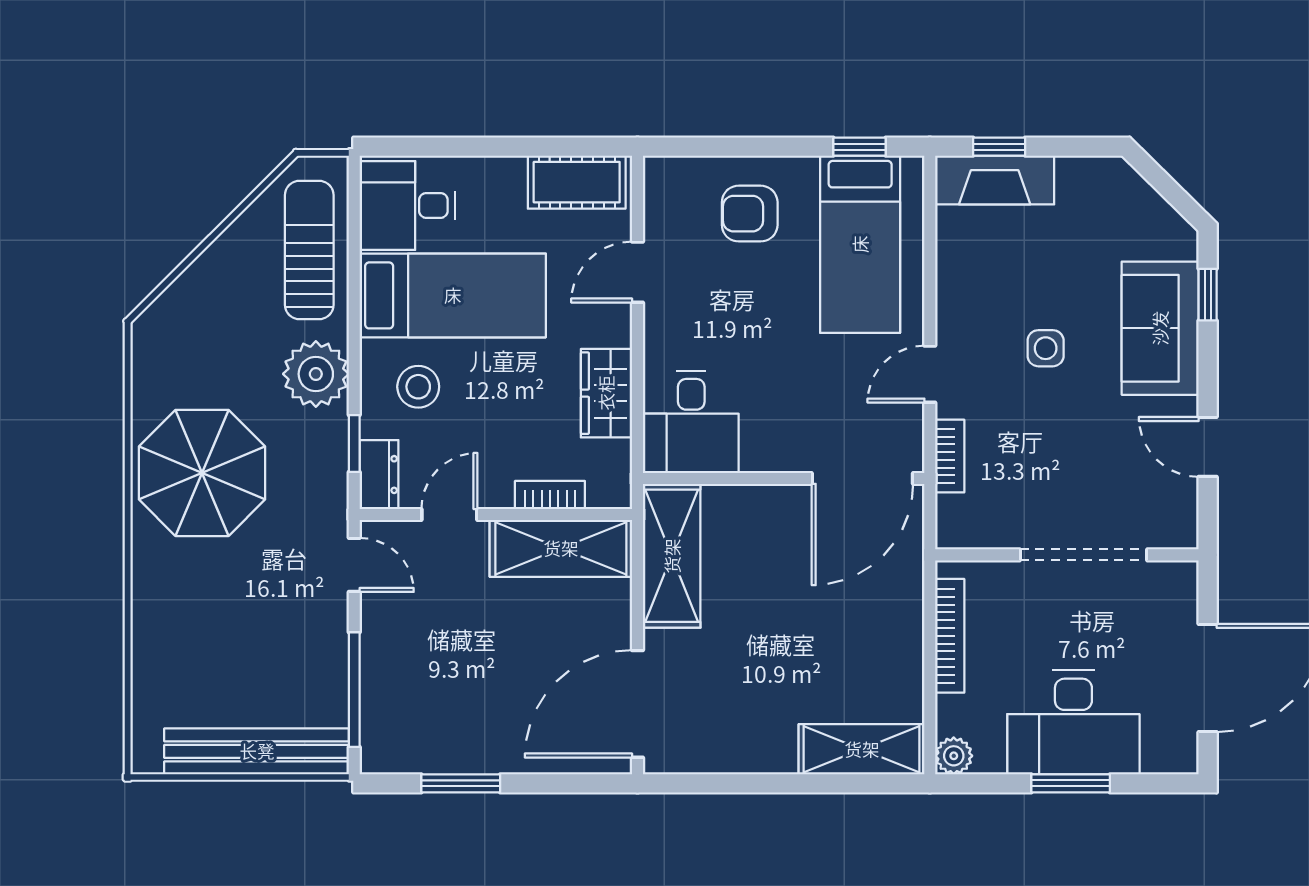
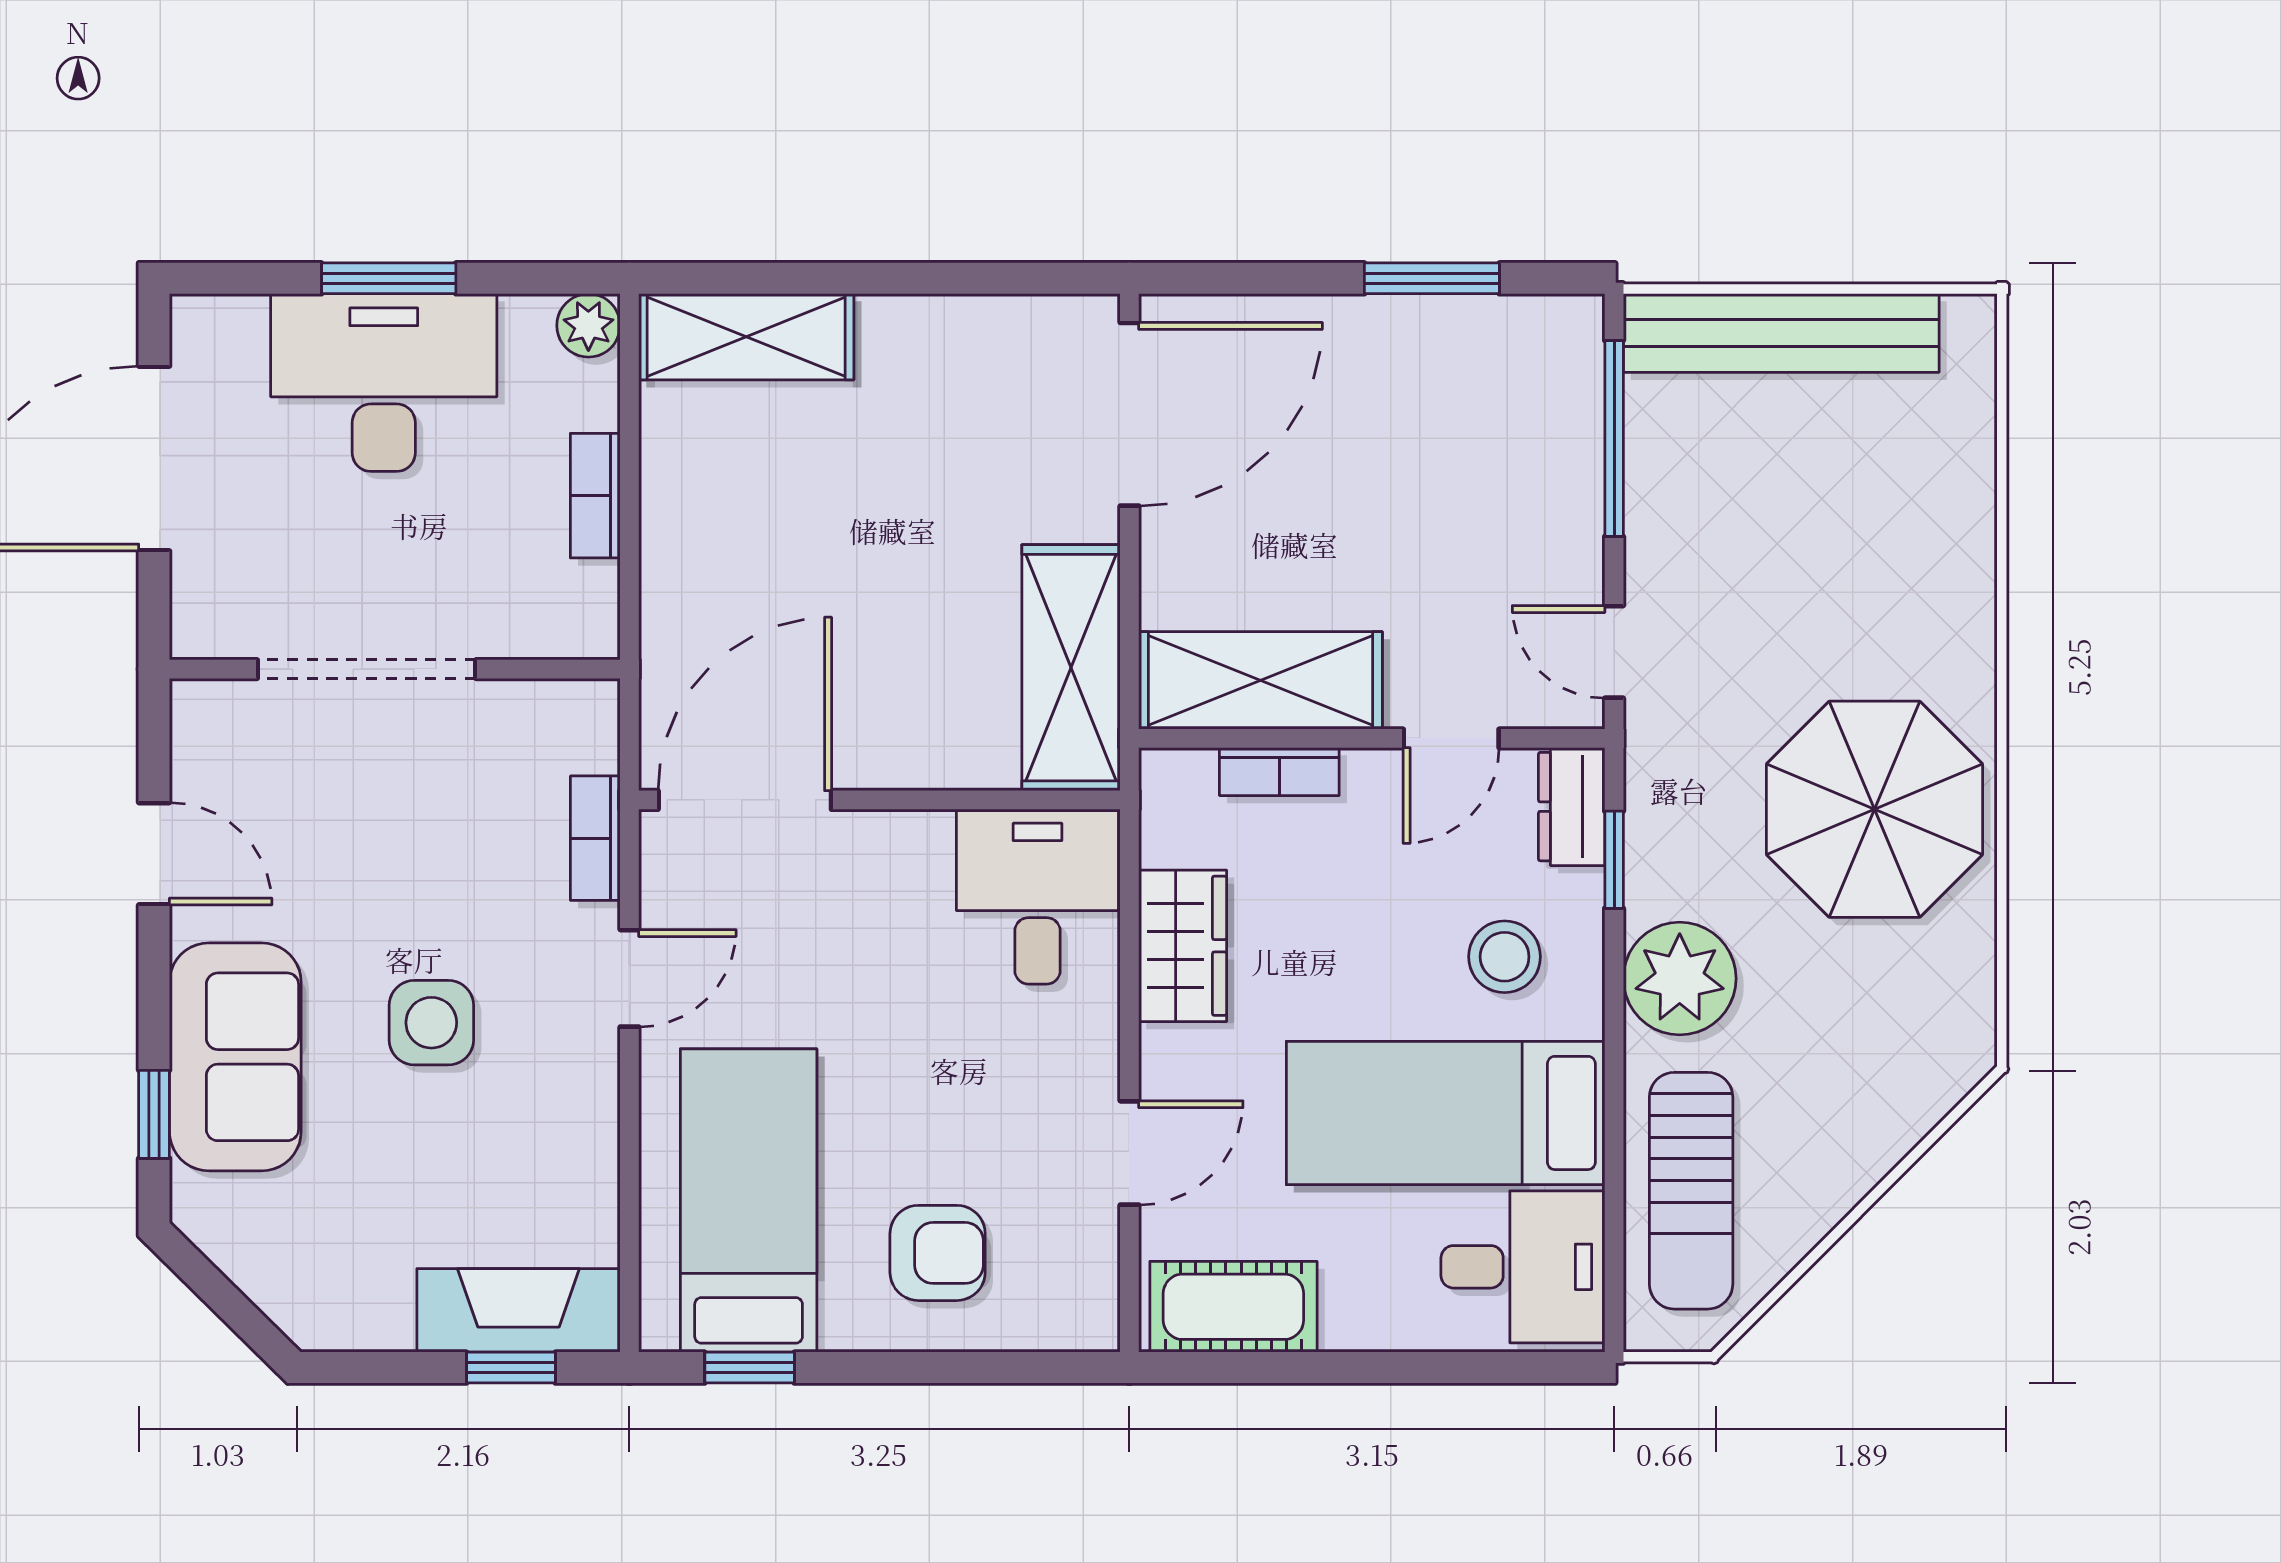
side table: (1046, 348) -> (431, 1023), width x1.37, depth x1.37
bookcase: (950, 636) -> (595, 496), width x0.64

